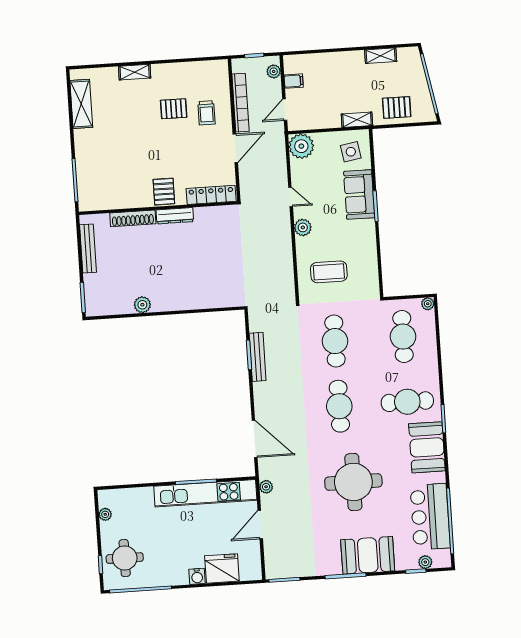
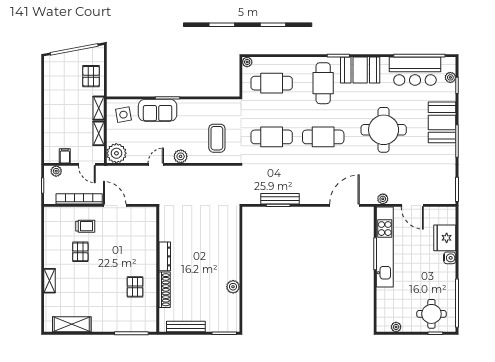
shelving: (381, 56) -> (99, 133), moved
pallet: (164, 192) -> (135, 287), moved, turned 90
locker: (211, 195) -> (150, 227), removed

